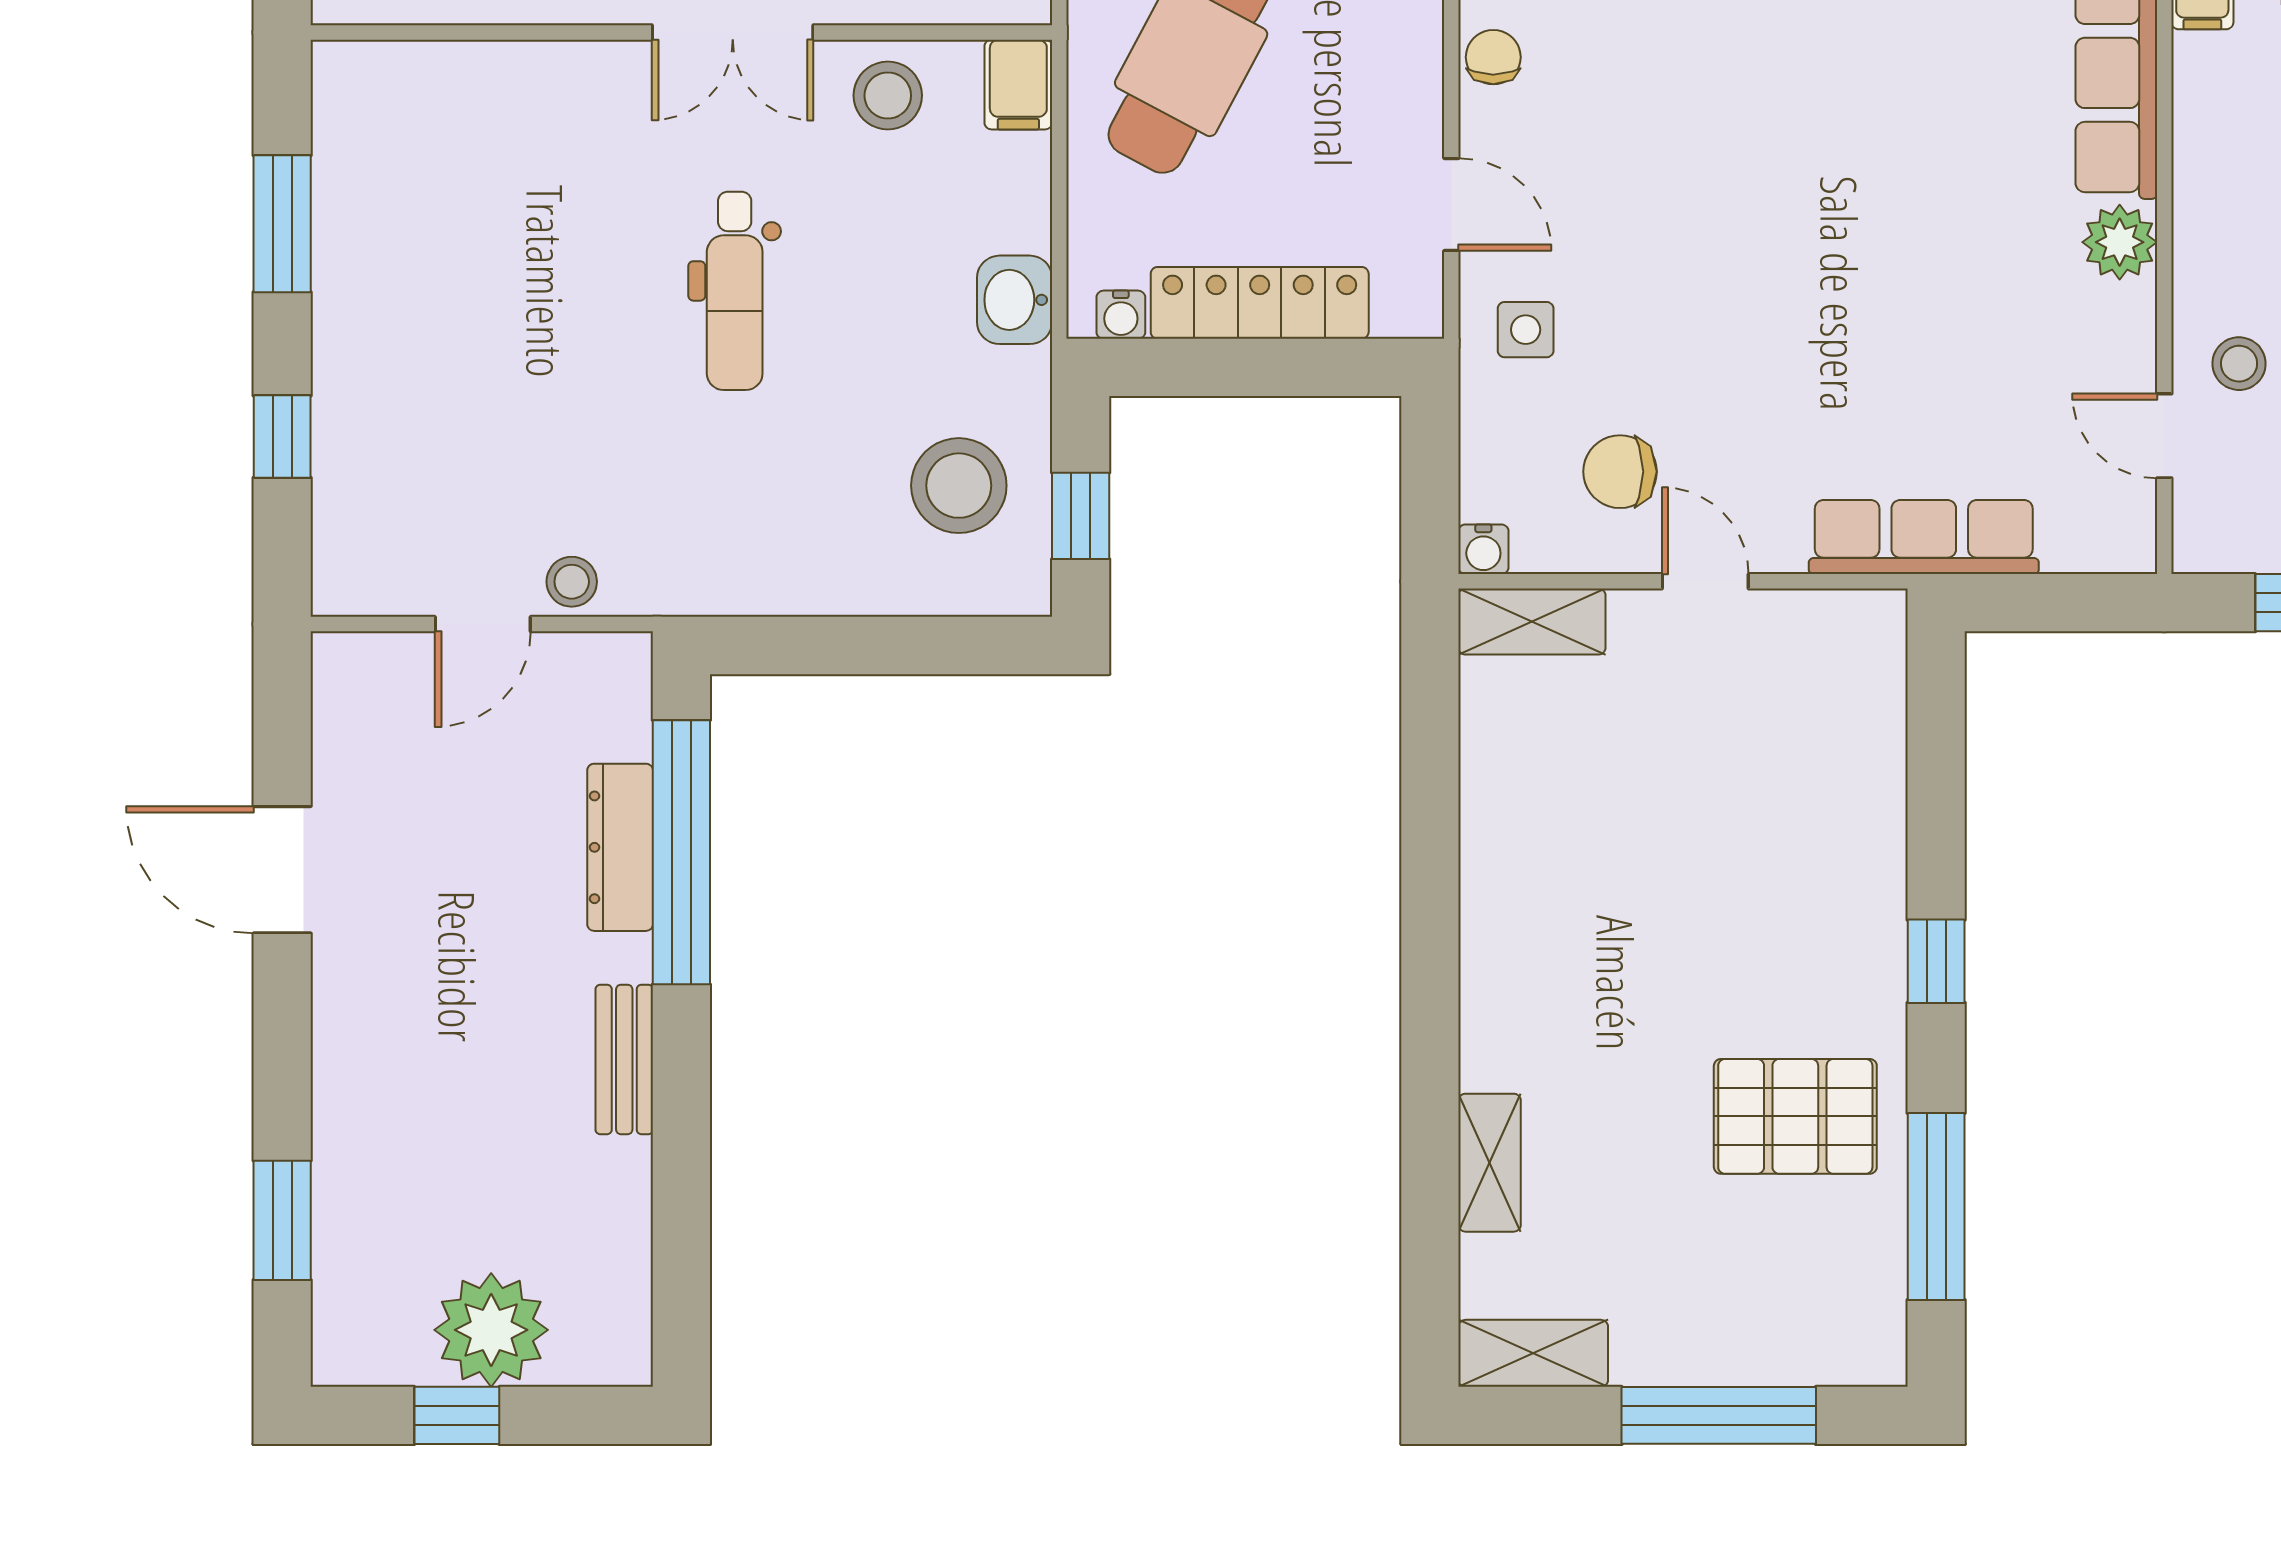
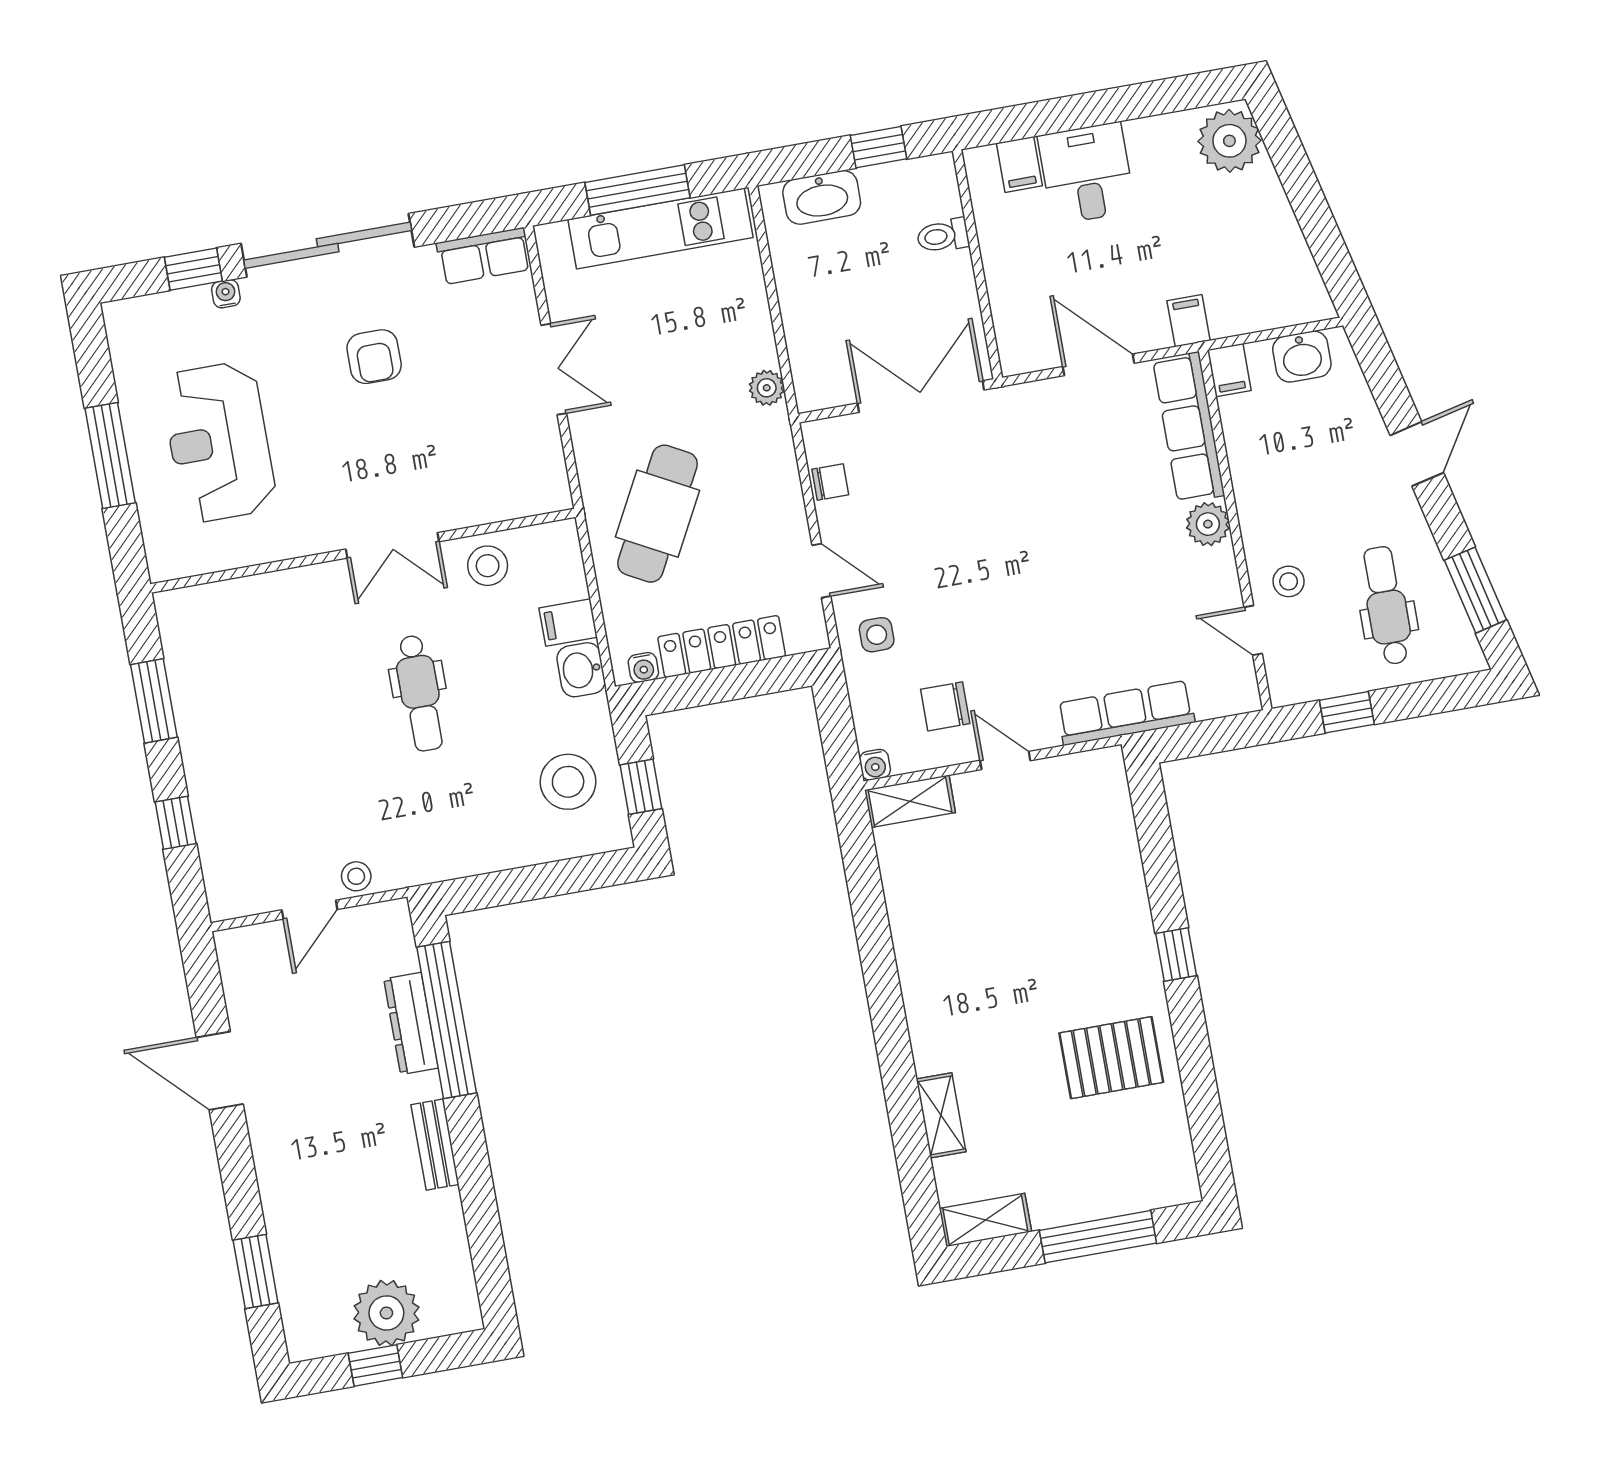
chair: (1493, 57) -> (830, 482), turned 90
filing cabinet: (1018, 85) -> (568, 623), moved, turned 90
window: (1936, 1207) -> (1201, 1095), removed

